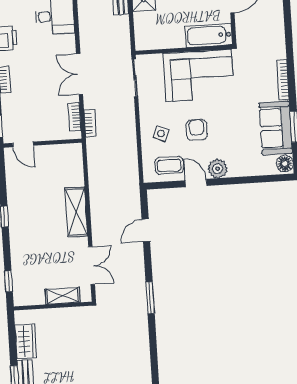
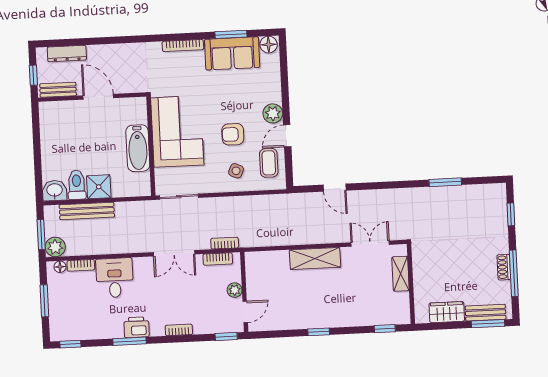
bathtub: (209, 35) -> (138, 148), moved
plant: (44, 134) -> (235, 290), added
window: (150, 298) -> (445, 182), moved

